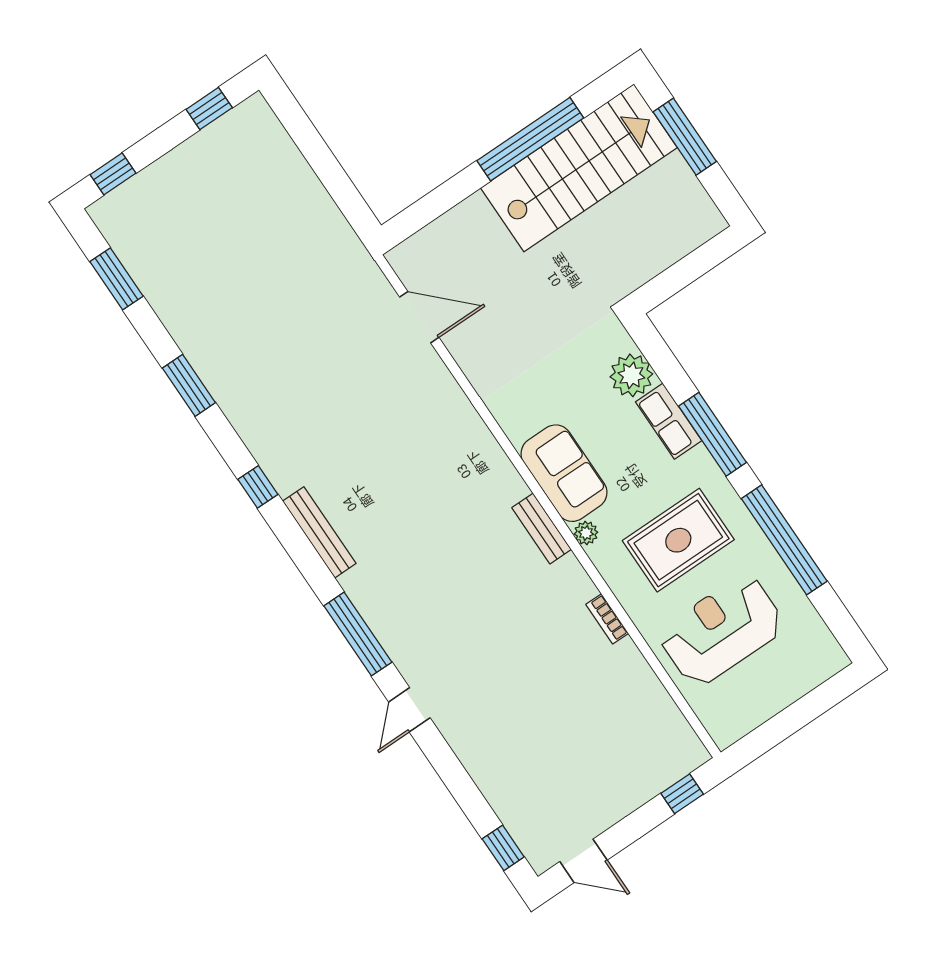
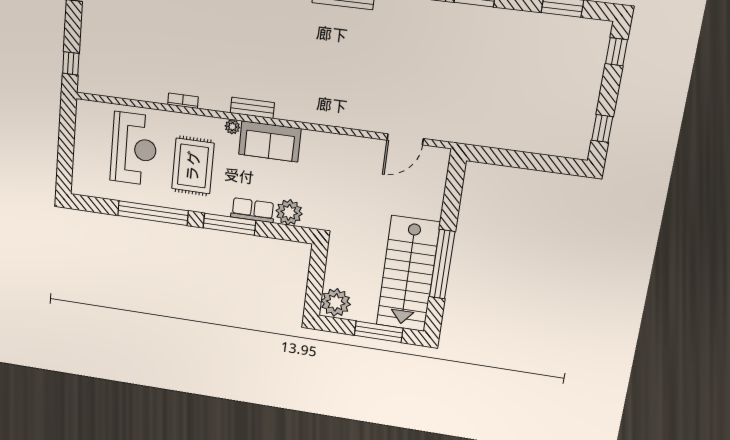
plant: (695, 221) -> (336, 302), added

